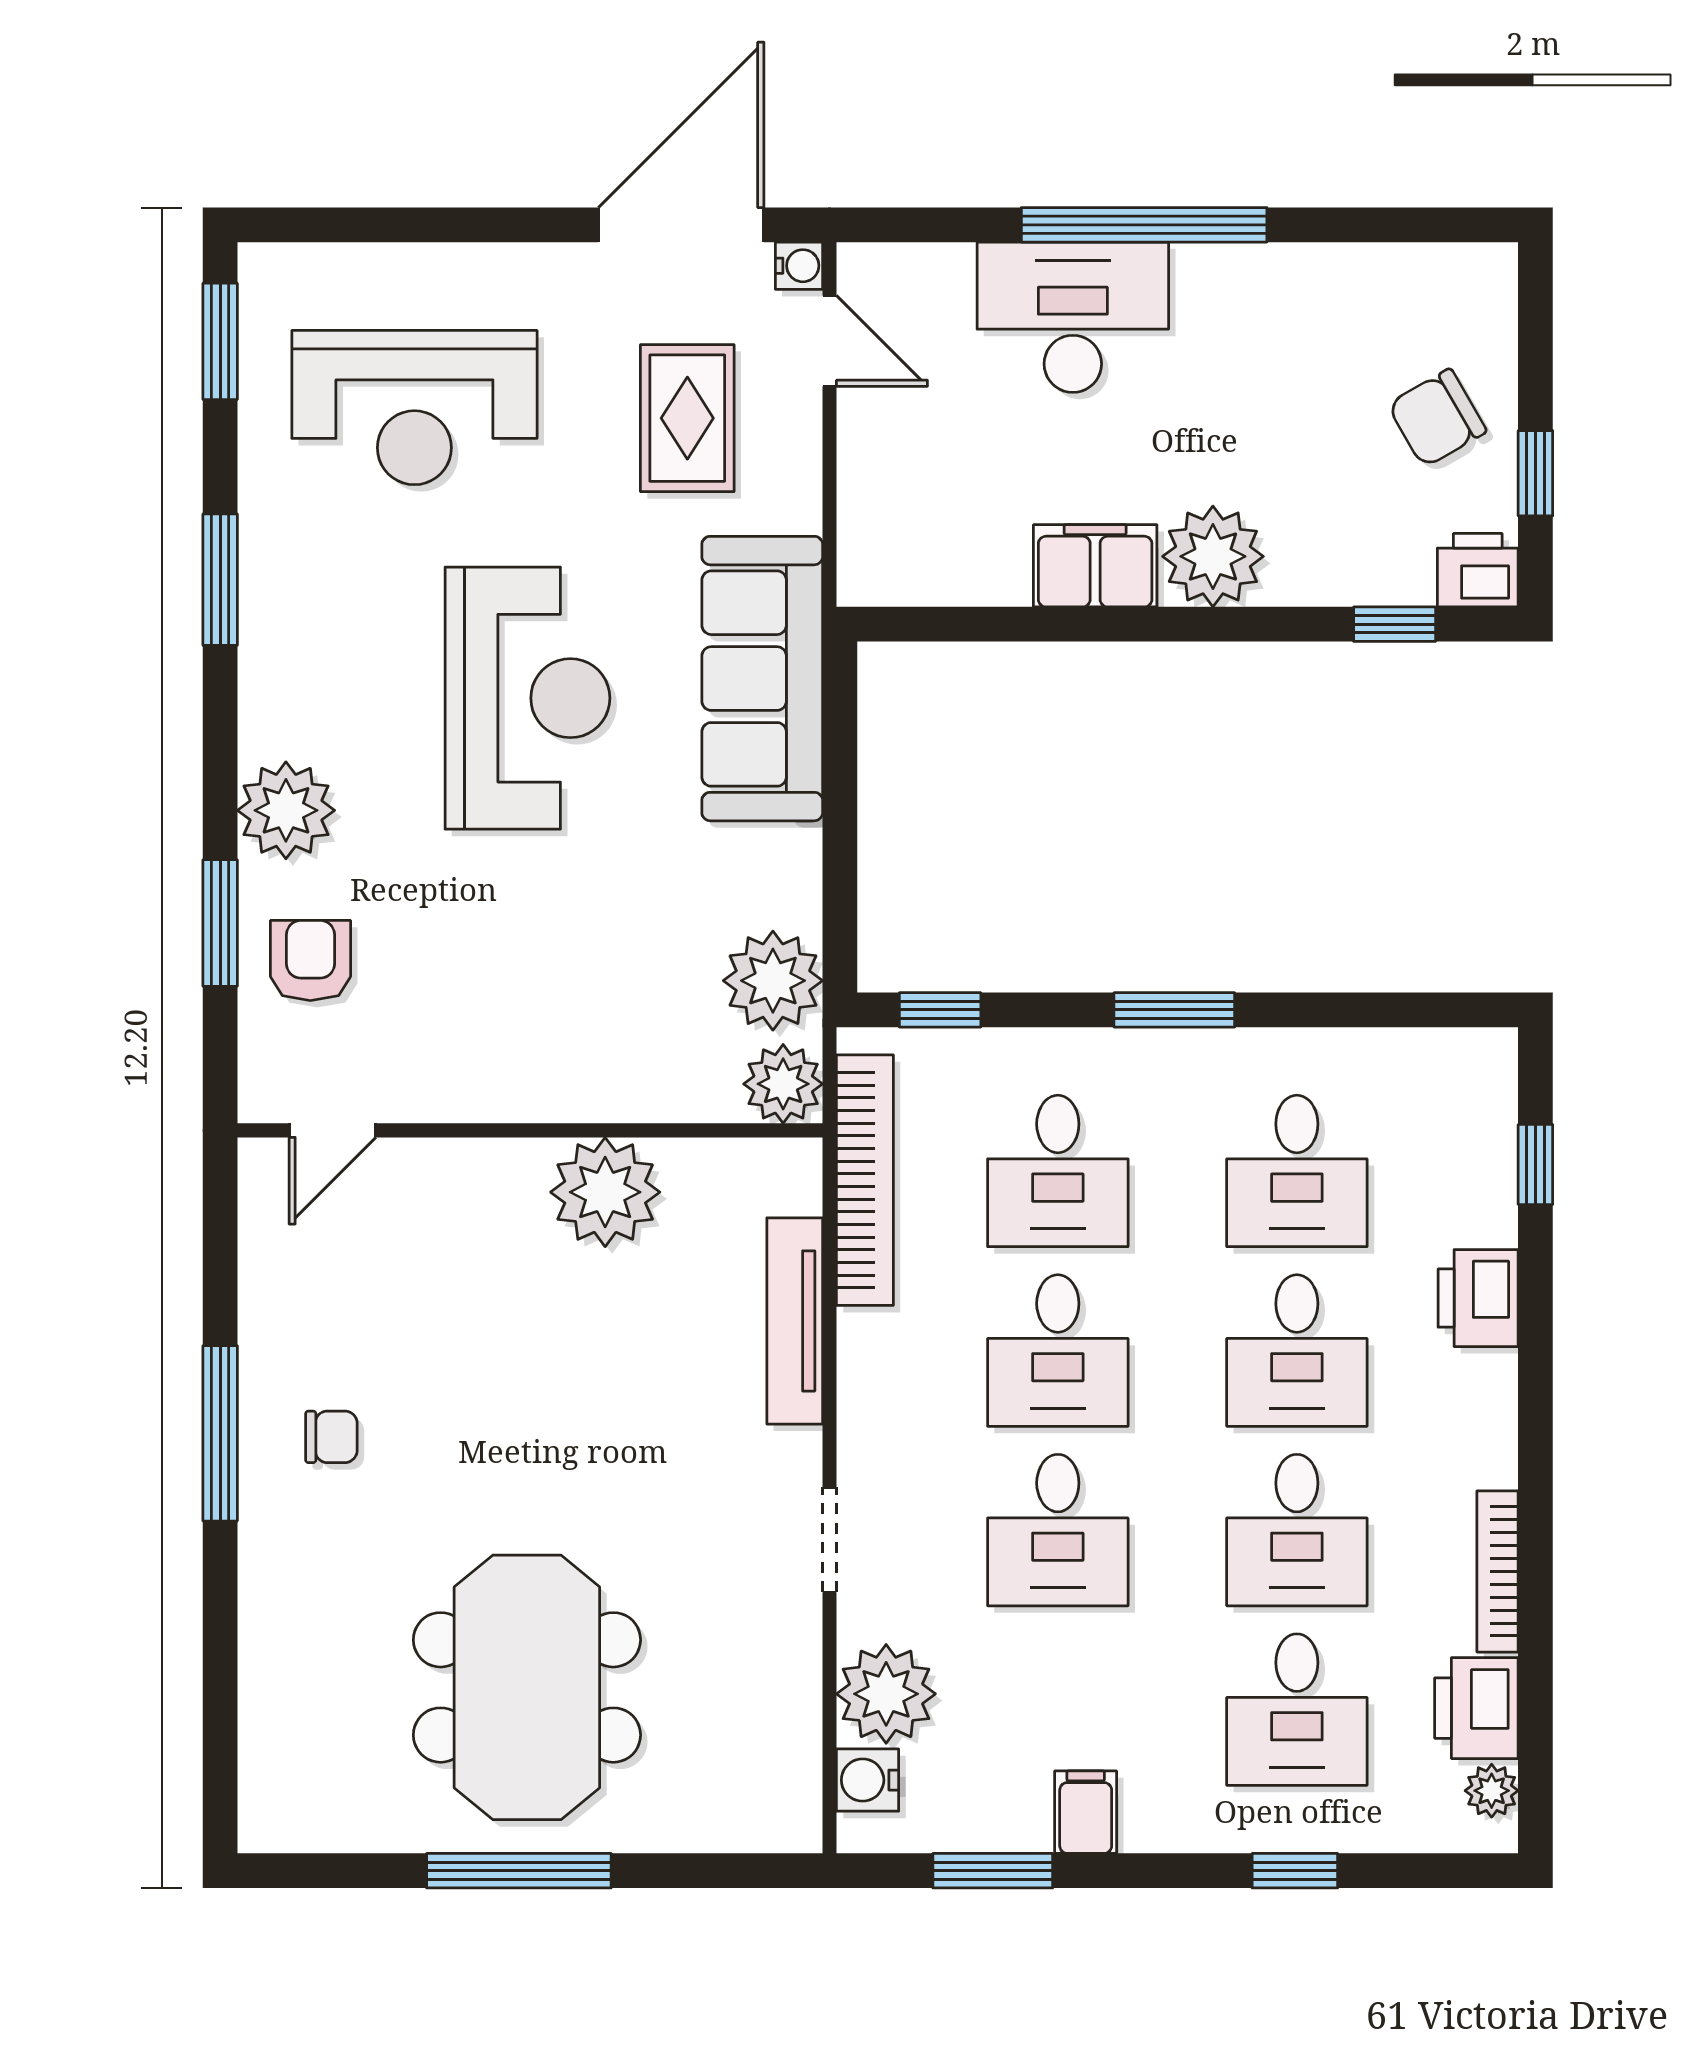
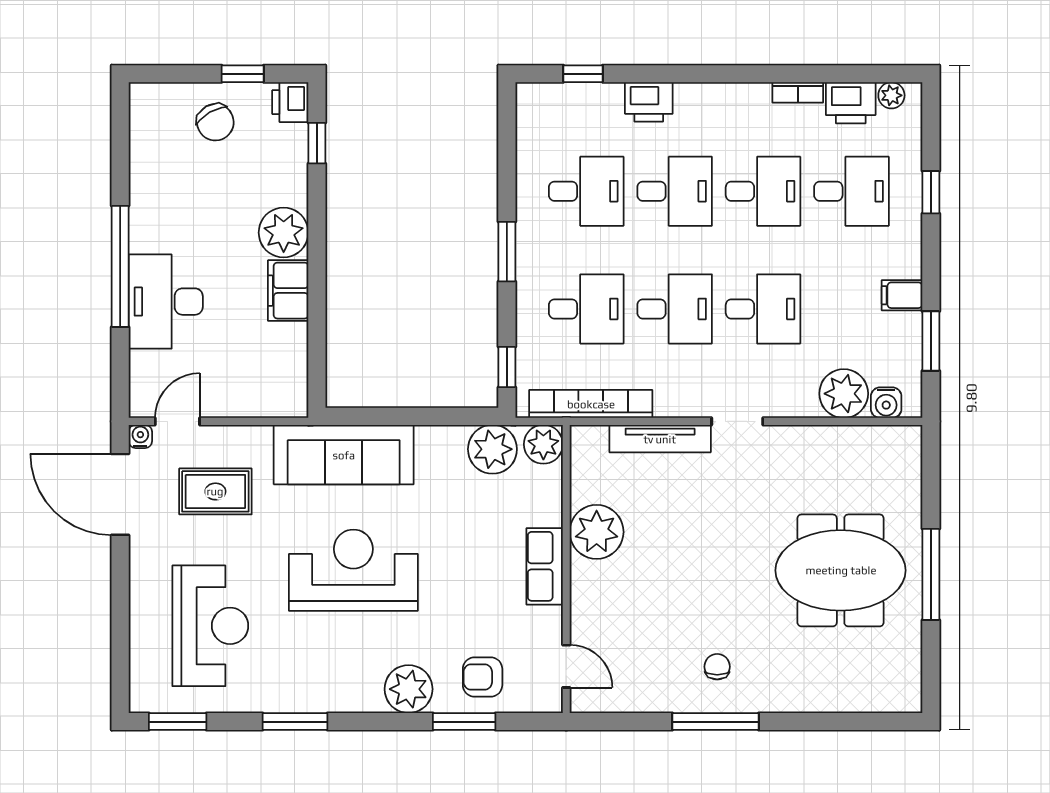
row of seats: (535, 1086) -> (545, 566), added
doorway: (830, 1540) -> (737, 421), moved
bookcase: (1498, 1571) -> (798, 92), width x0.64

